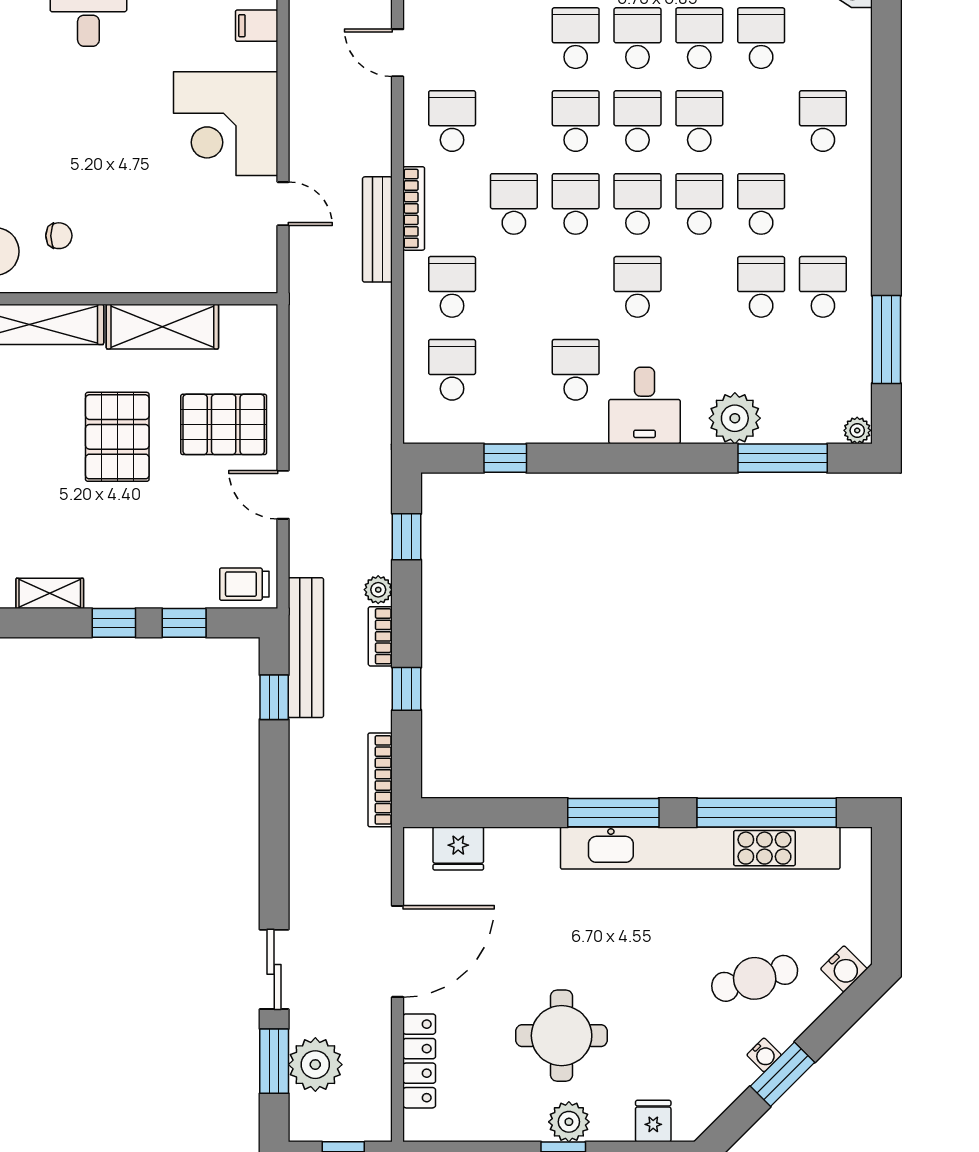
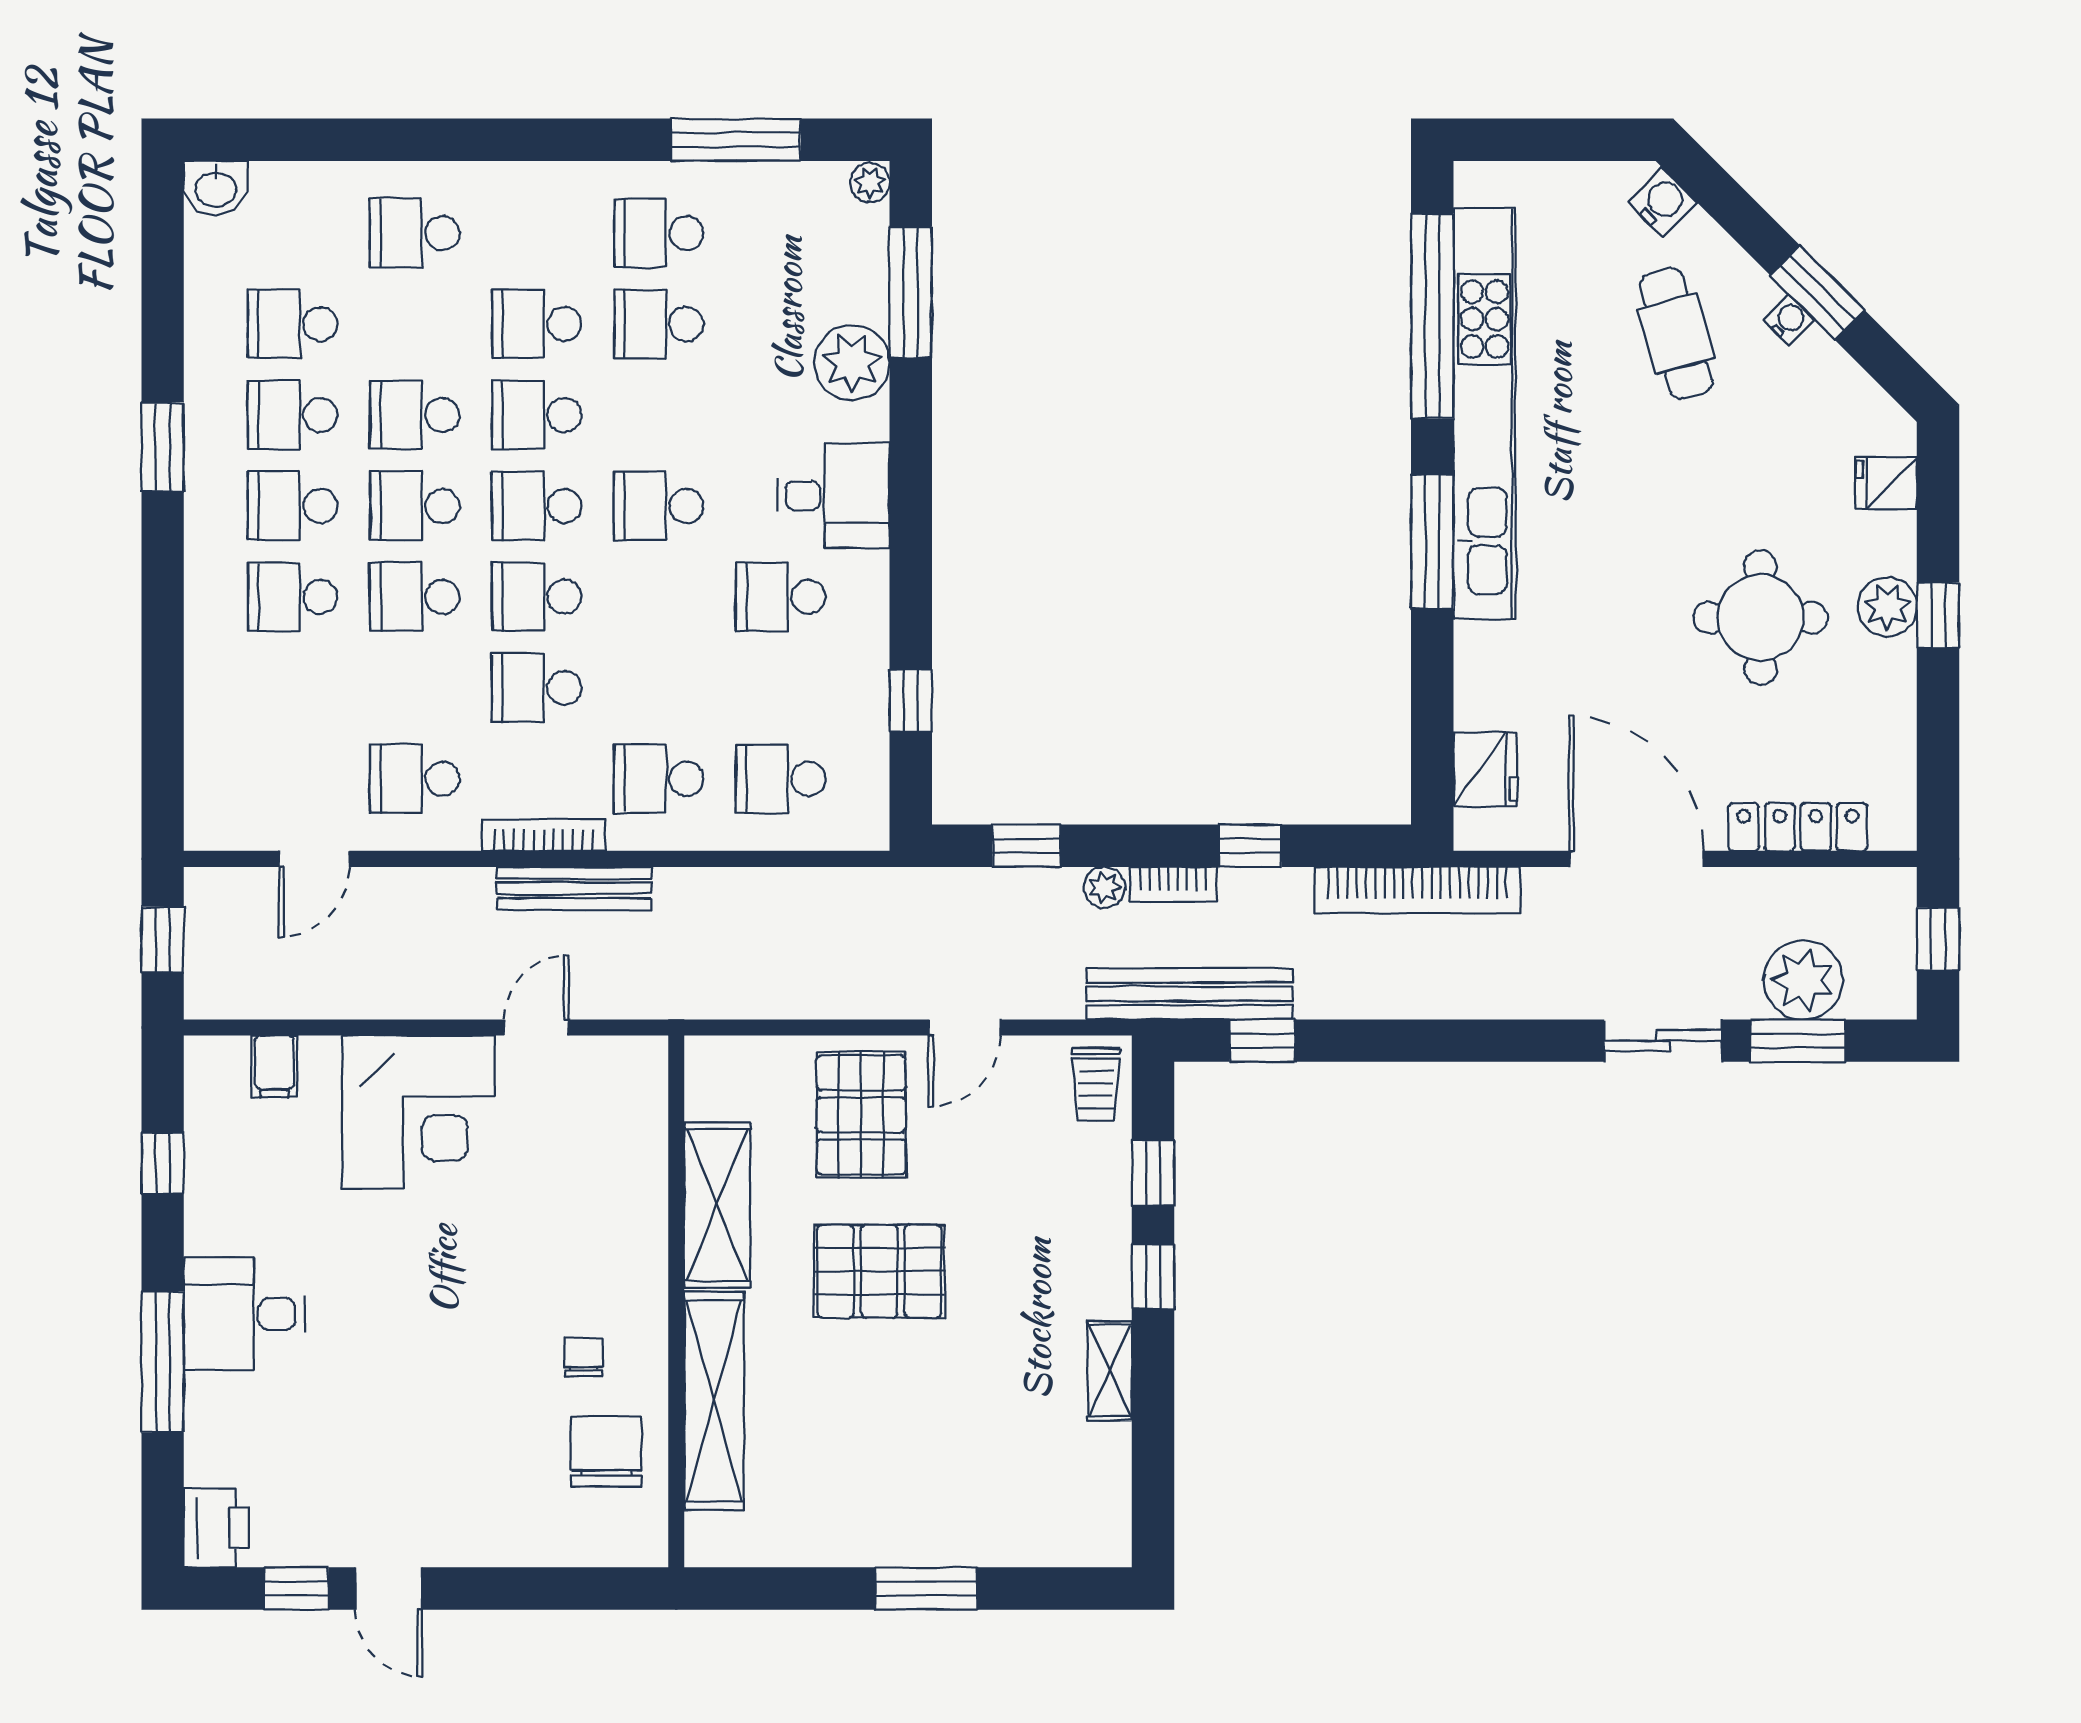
bookcase: (380, 780) -> (1417, 890), width x1.48, depth x1.31

